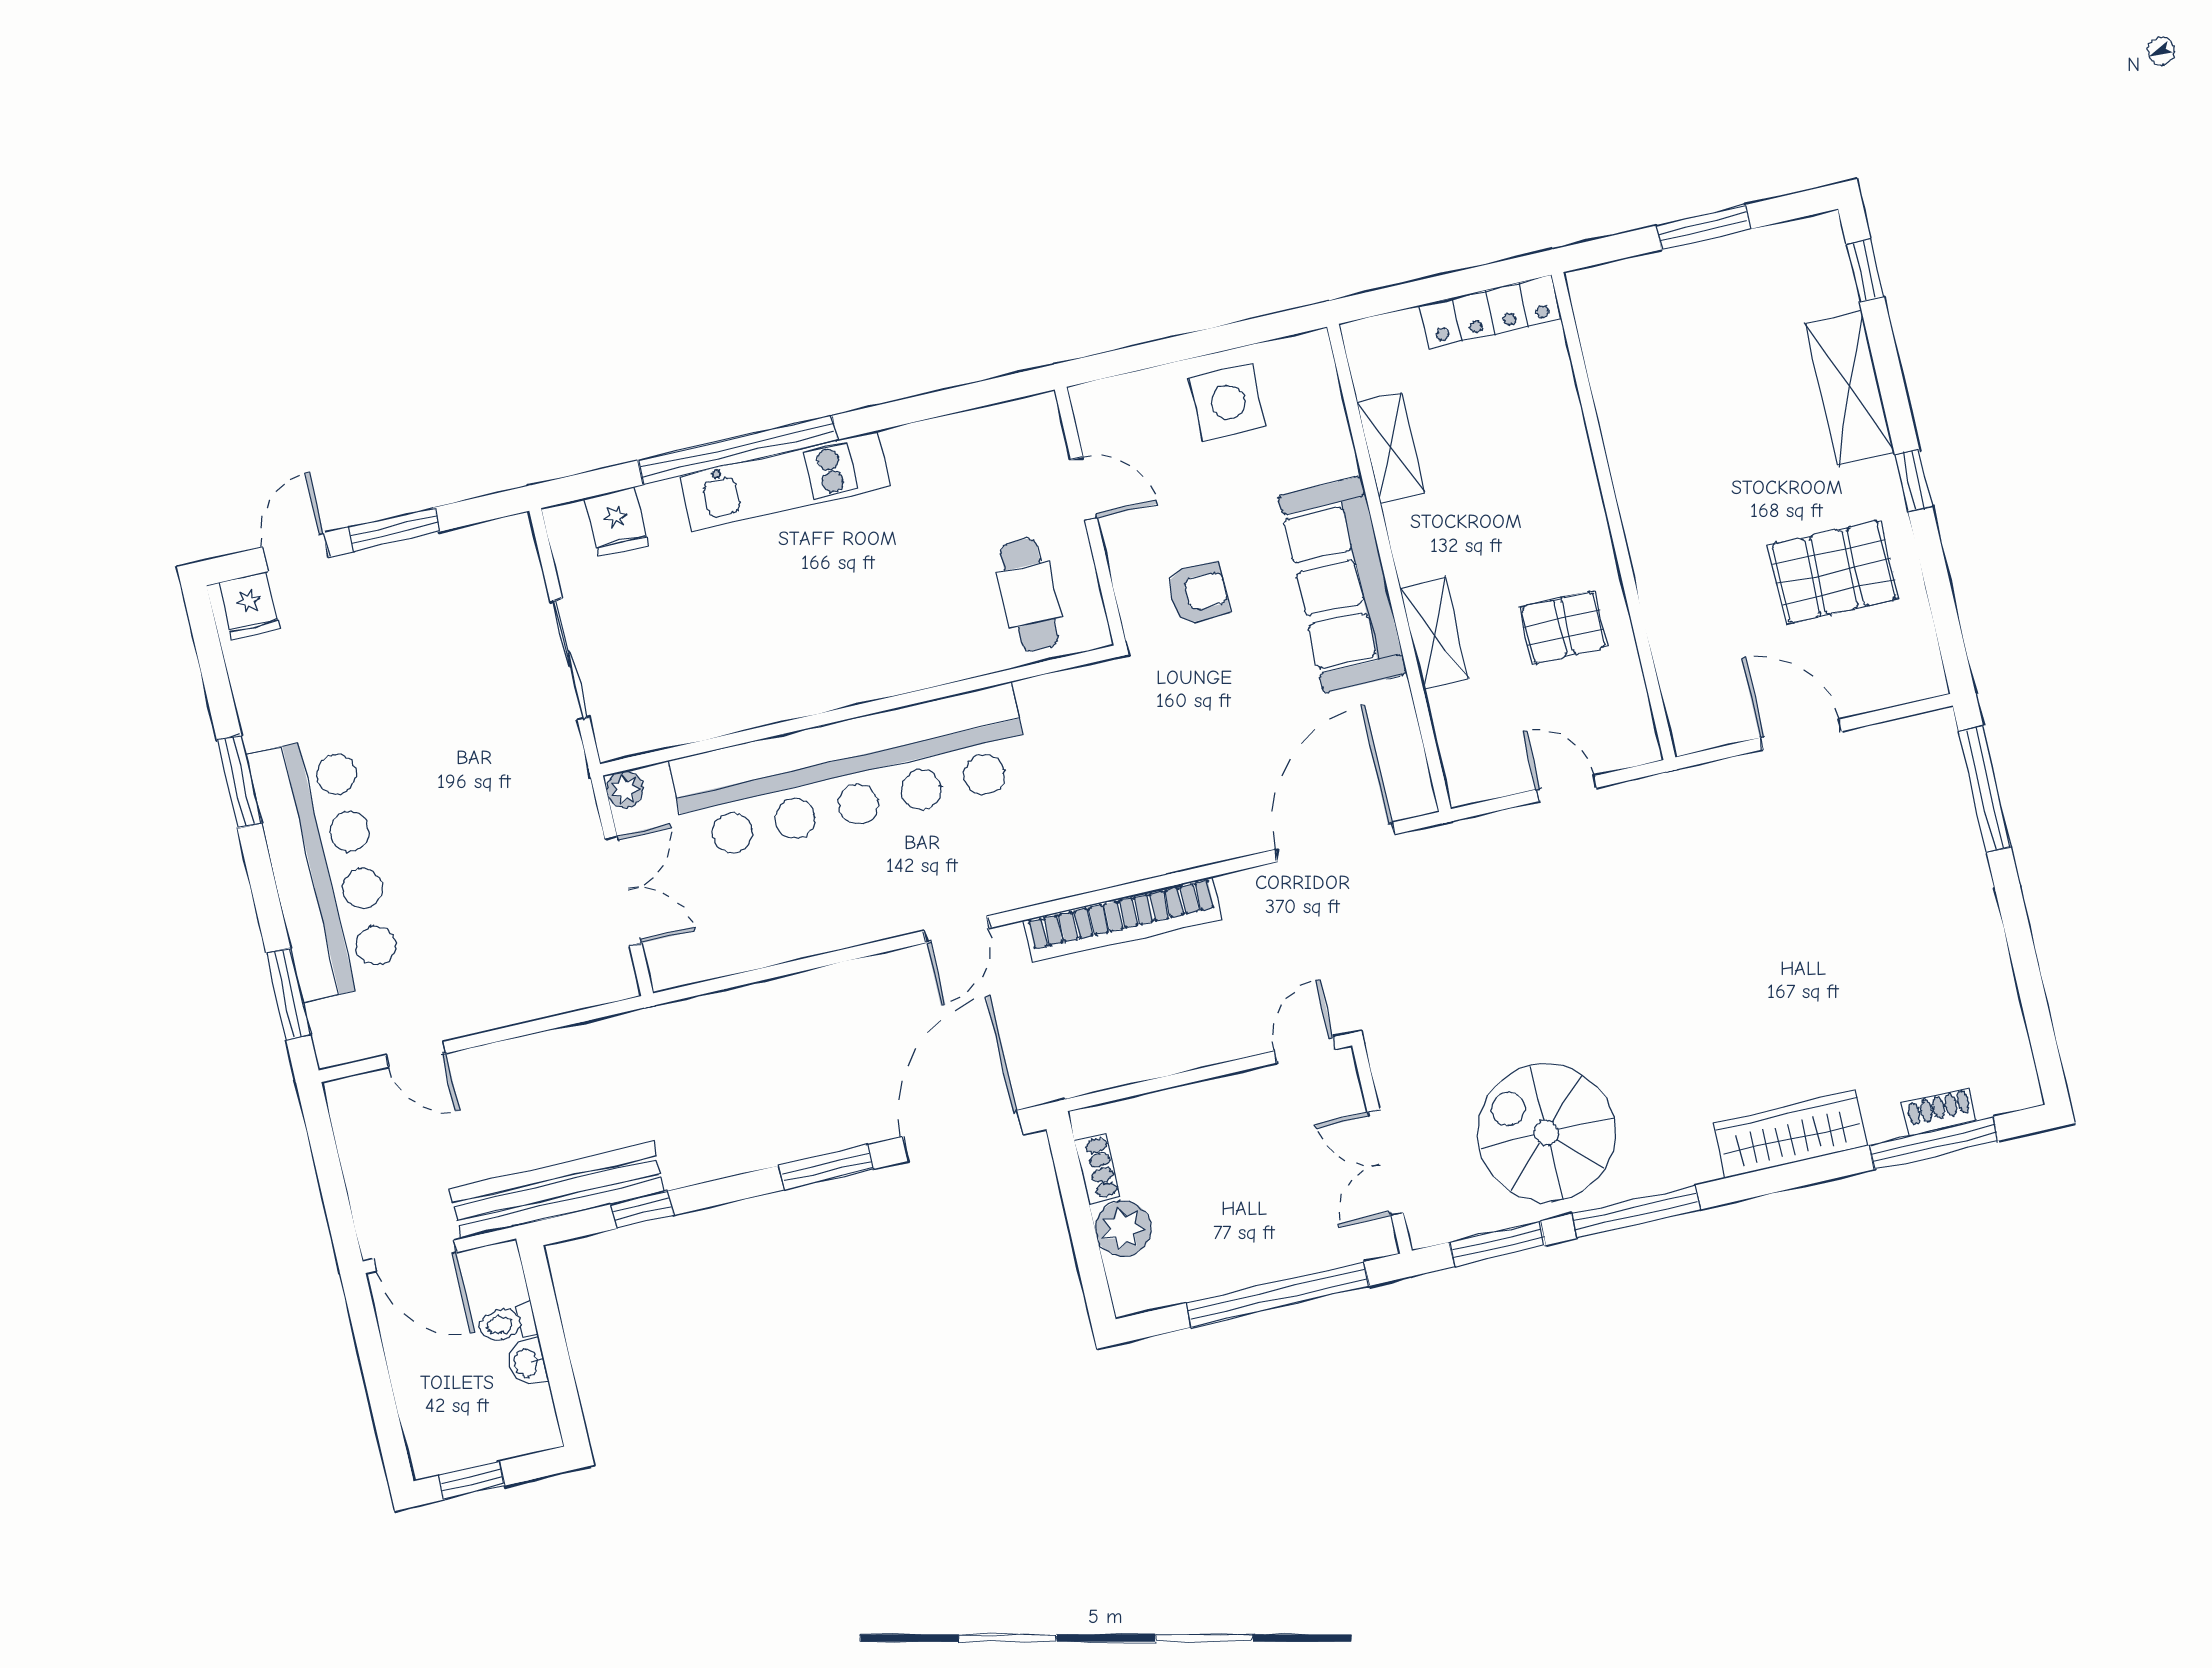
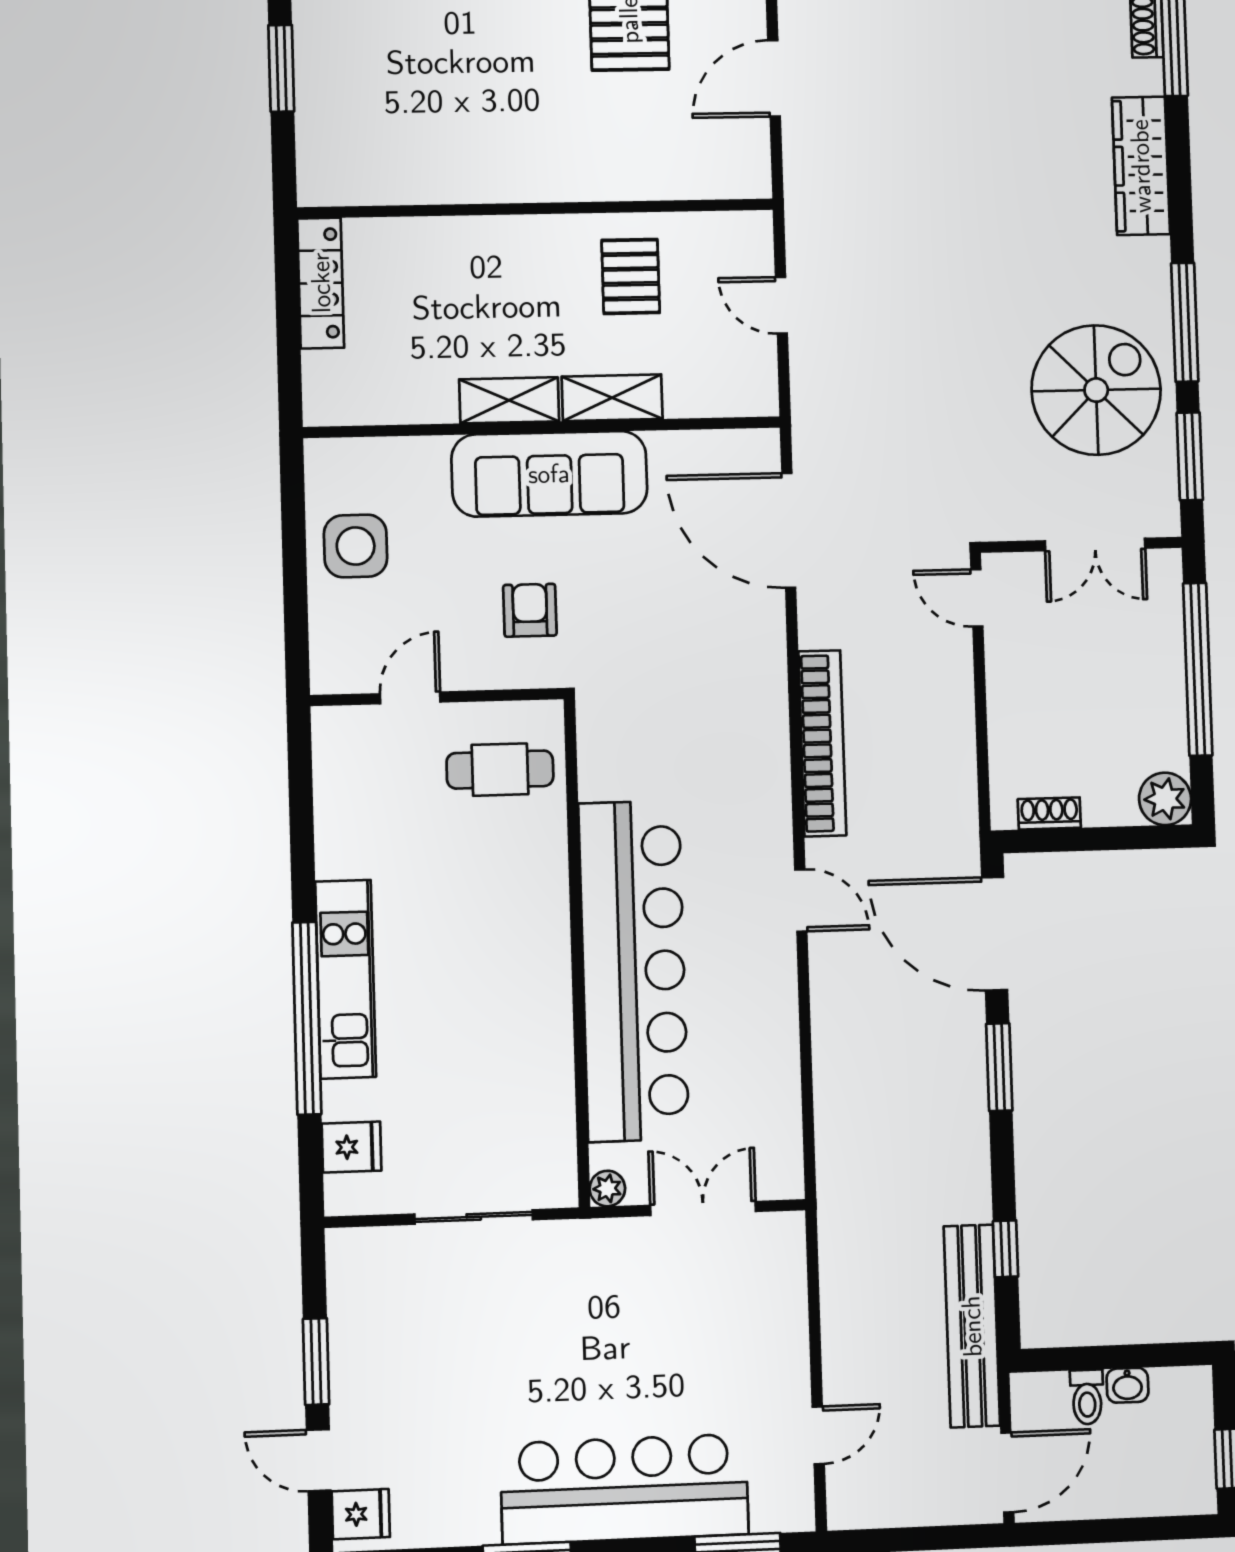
shelving: (1391, 447) -> (509, 400), moved
door: (1566, 789) -> (781, 305), hinge flipped
spiral stairs: (1546, 1133) -> (1096, 390), turned 180
plant: (1123, 1229) -> (1165, 799), moved

